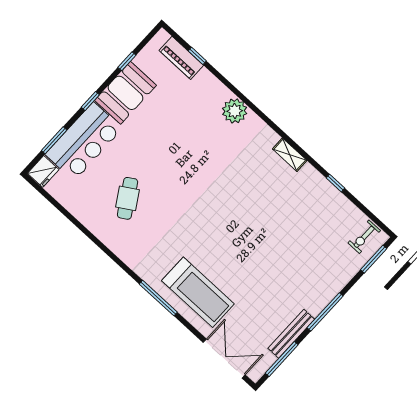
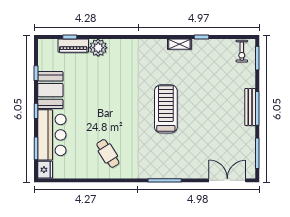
piano: (181, 58) -> (73, 46), moved
plant: (235, 111) -> (98, 48), moved
shelving: (290, 155) -> (179, 44), moved
cafe table: (128, 198) -> (108, 153), moved
treadmill: (198, 292) -> (166, 109), moved, turned -90
bench: (291, 334) -> (250, 107), moved

